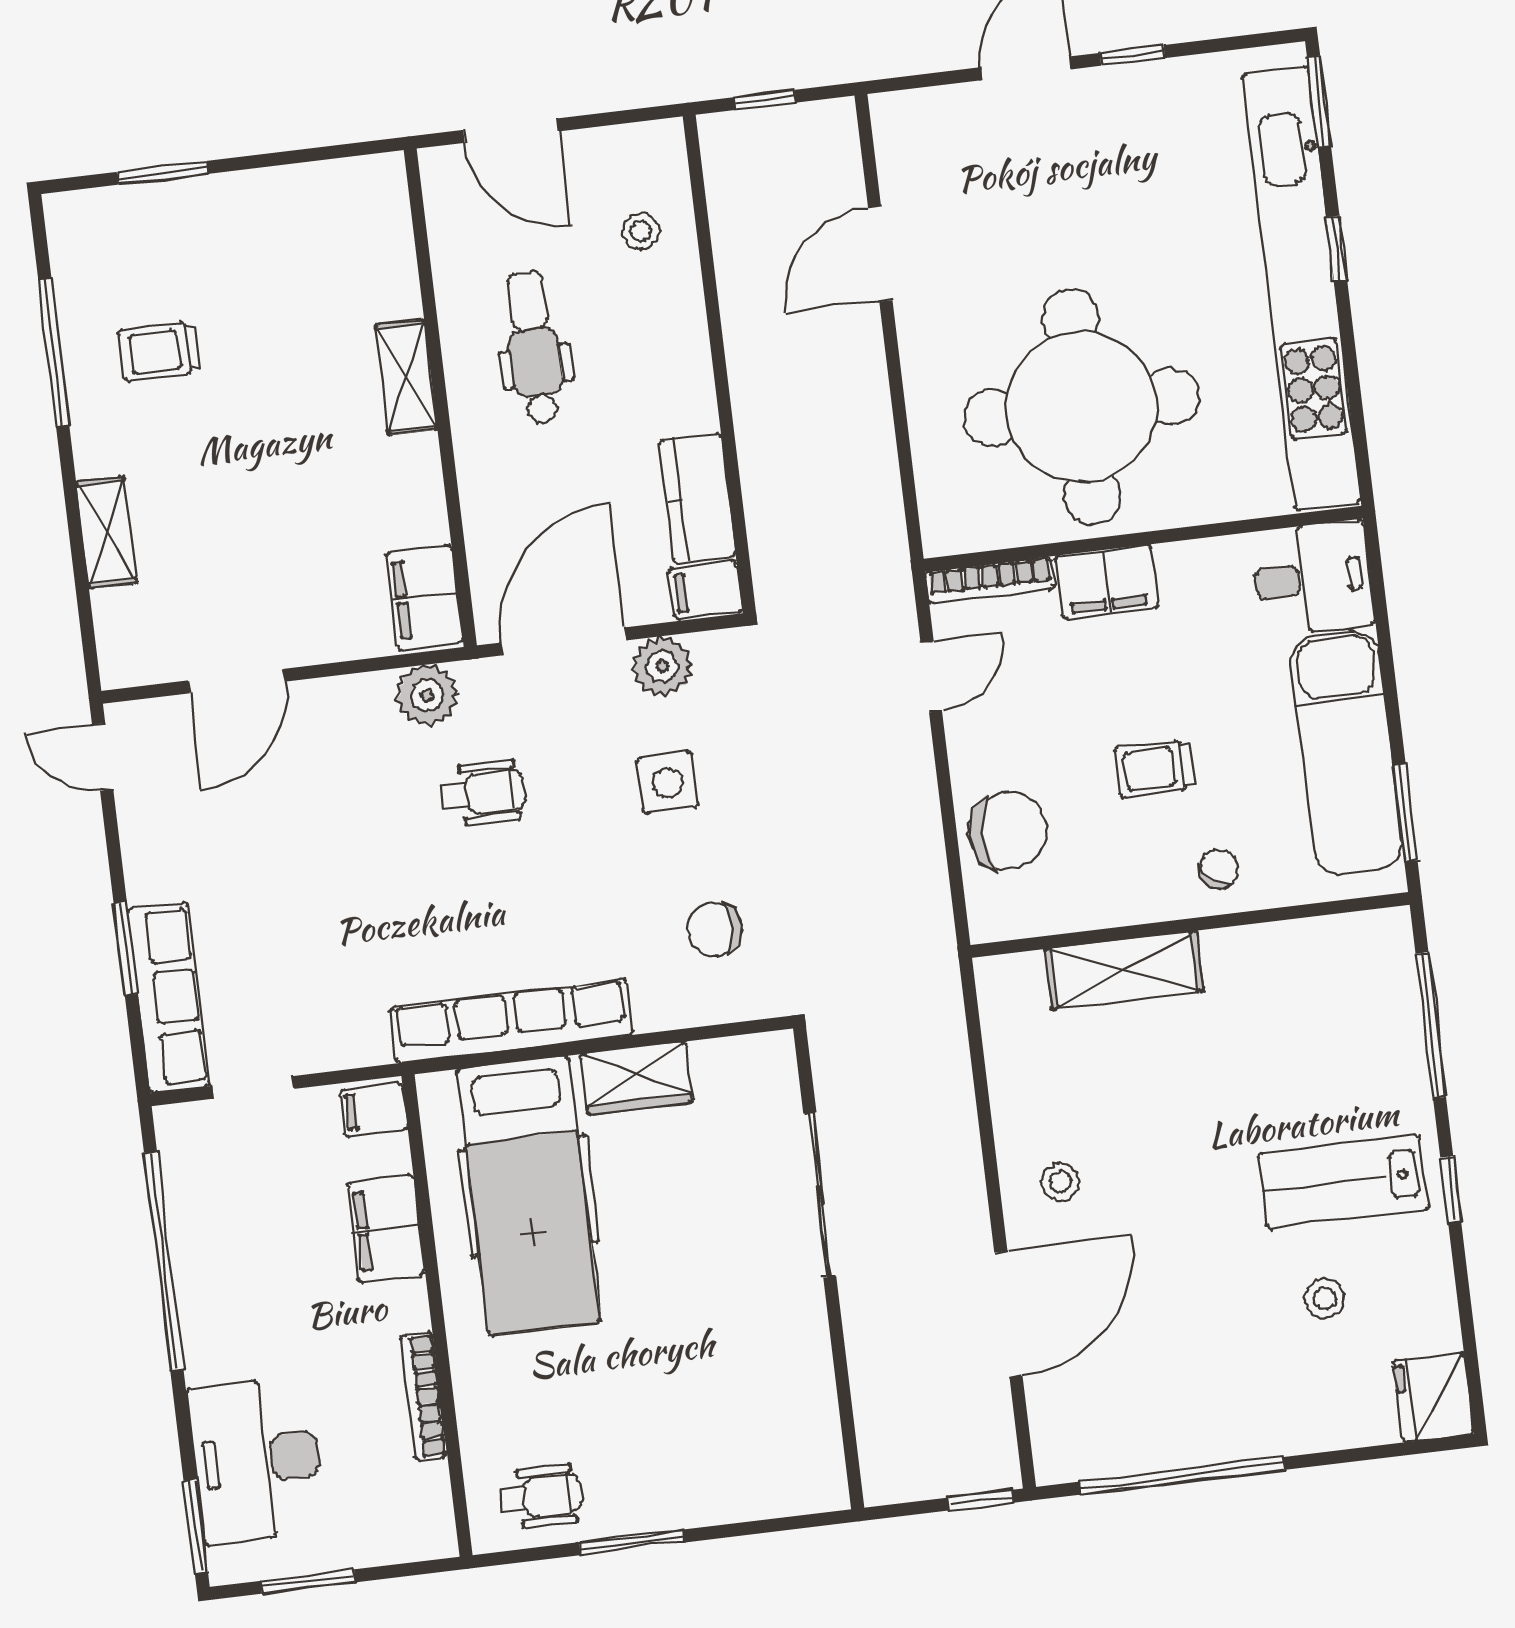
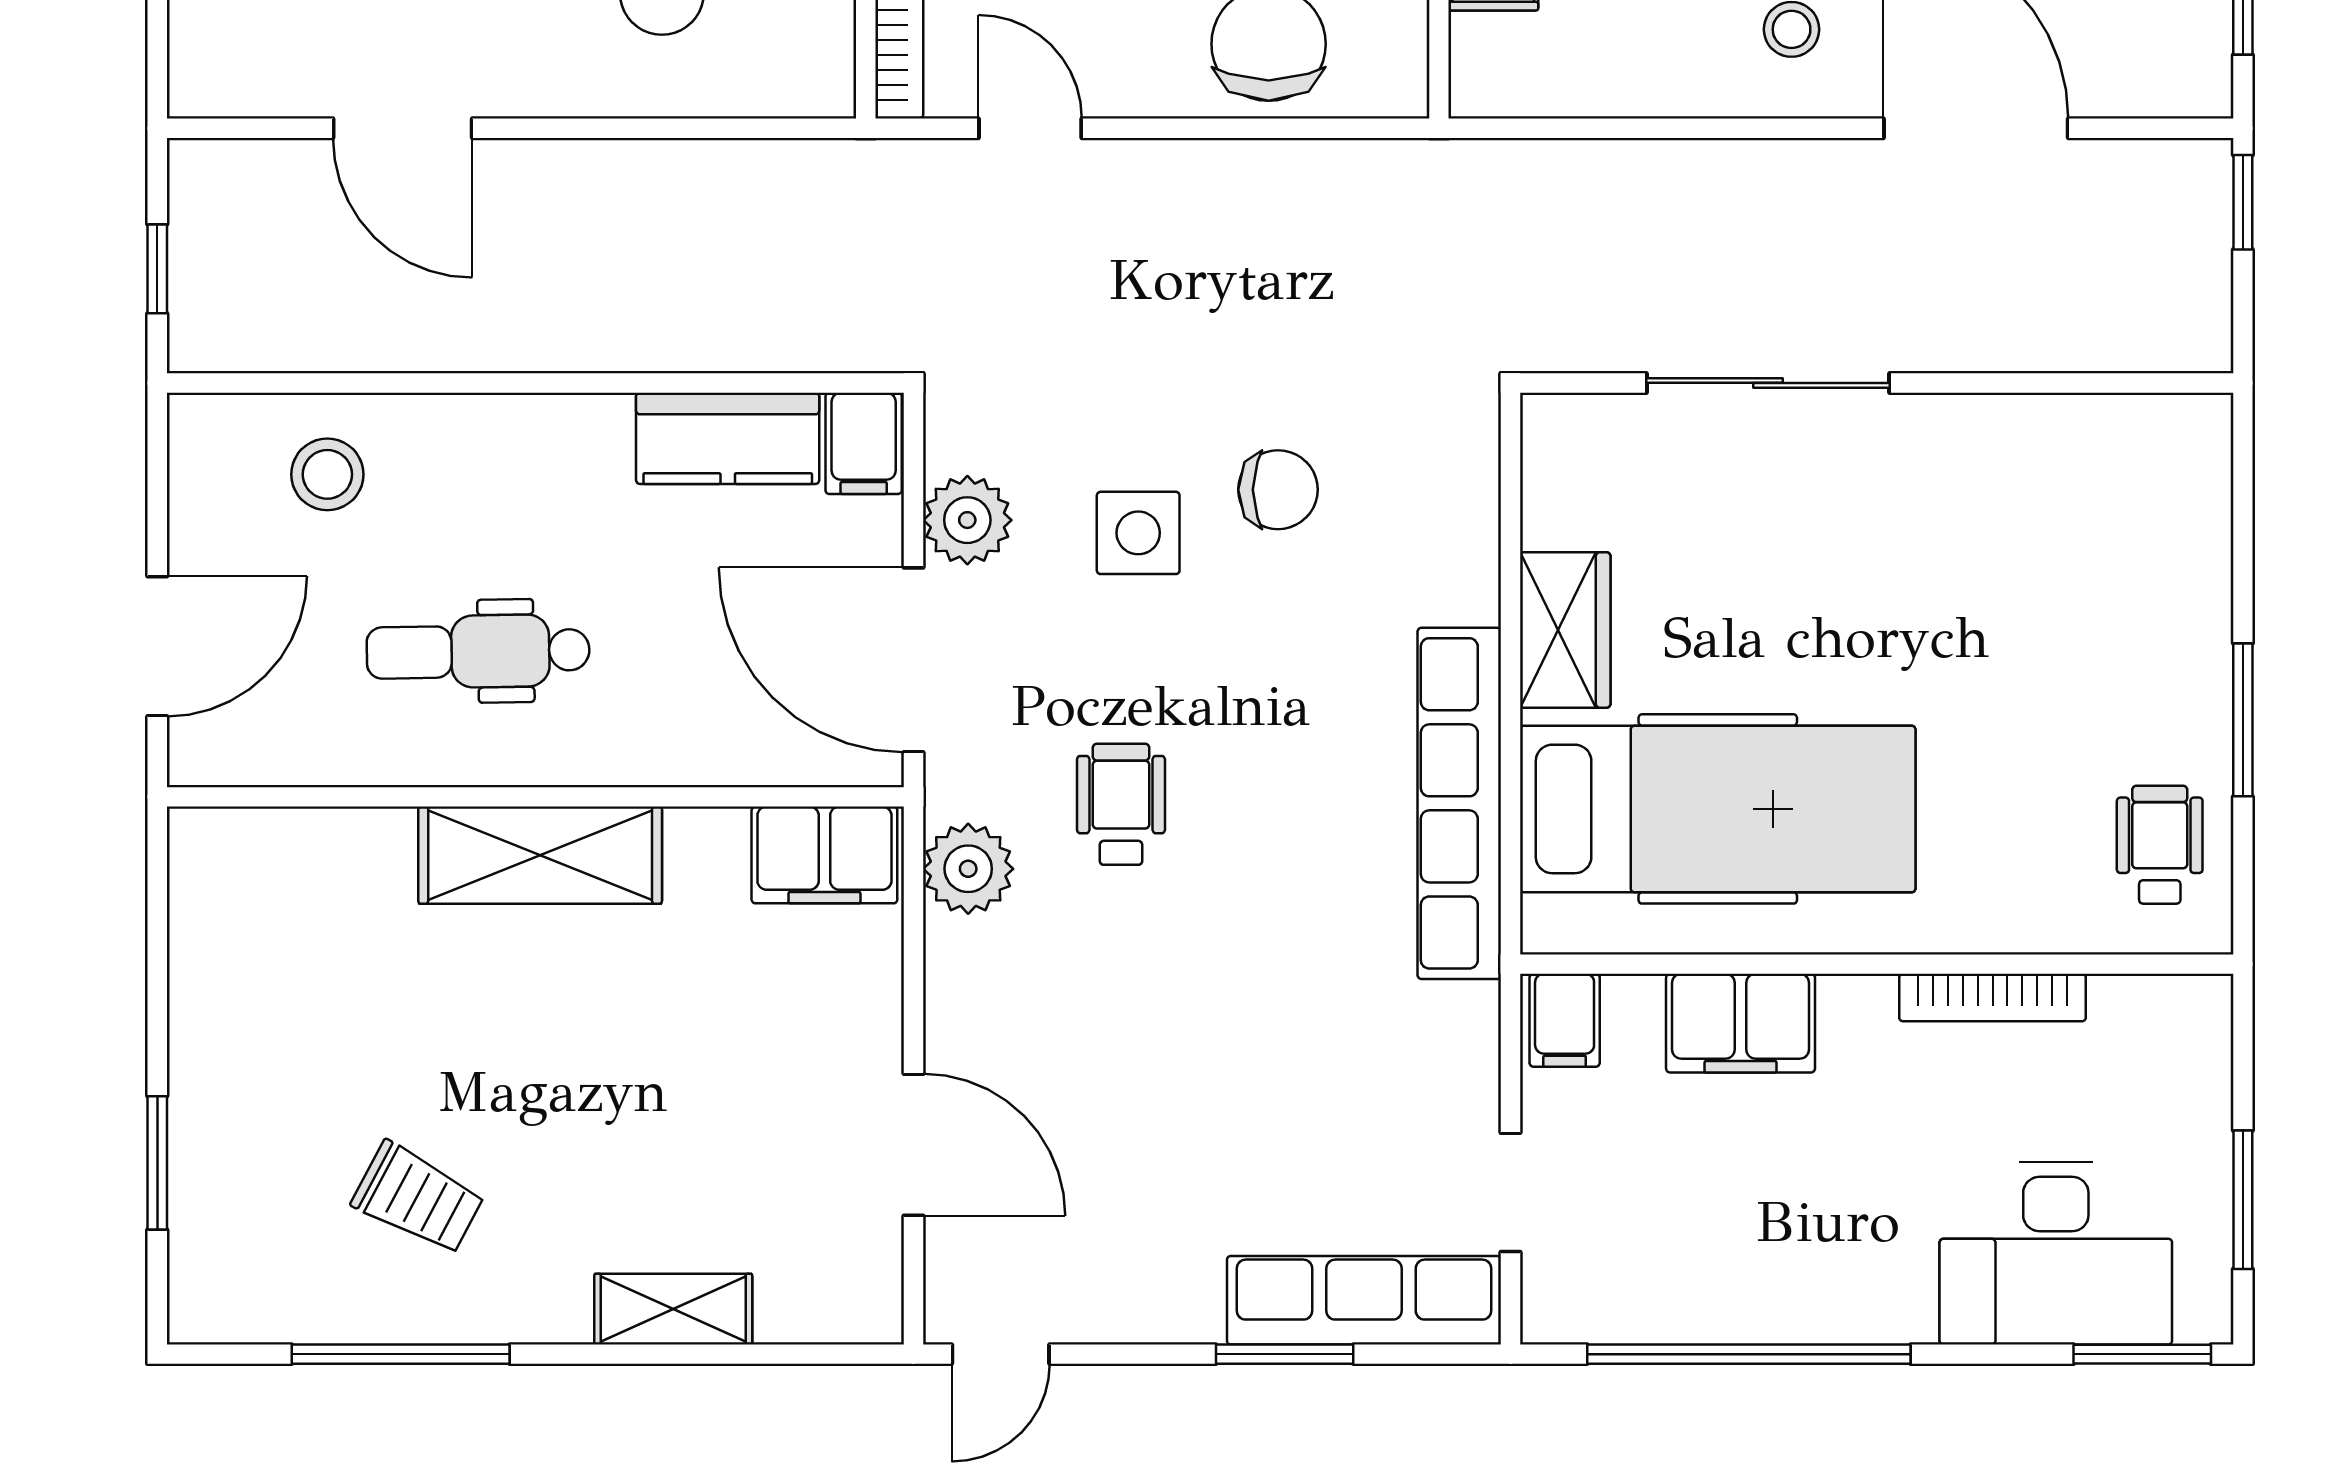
stool: (641, 231) -> (327, 474), width x1.37, depth x1.37
trolley: (160, 351) -> (418, 1198), turned -61
shelving: (406, 377) -> (540, 855), width x1.50, depth x1.33
chair: (715, 929) -> (1278, 490), moved, turned -90

